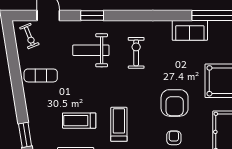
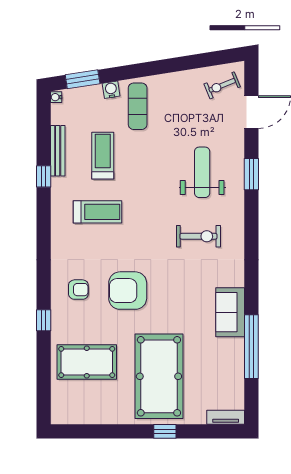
exercise mat: (41, 75) -> (138, 106), moved
water cooler: (32, 115) -> (111, 90), added

